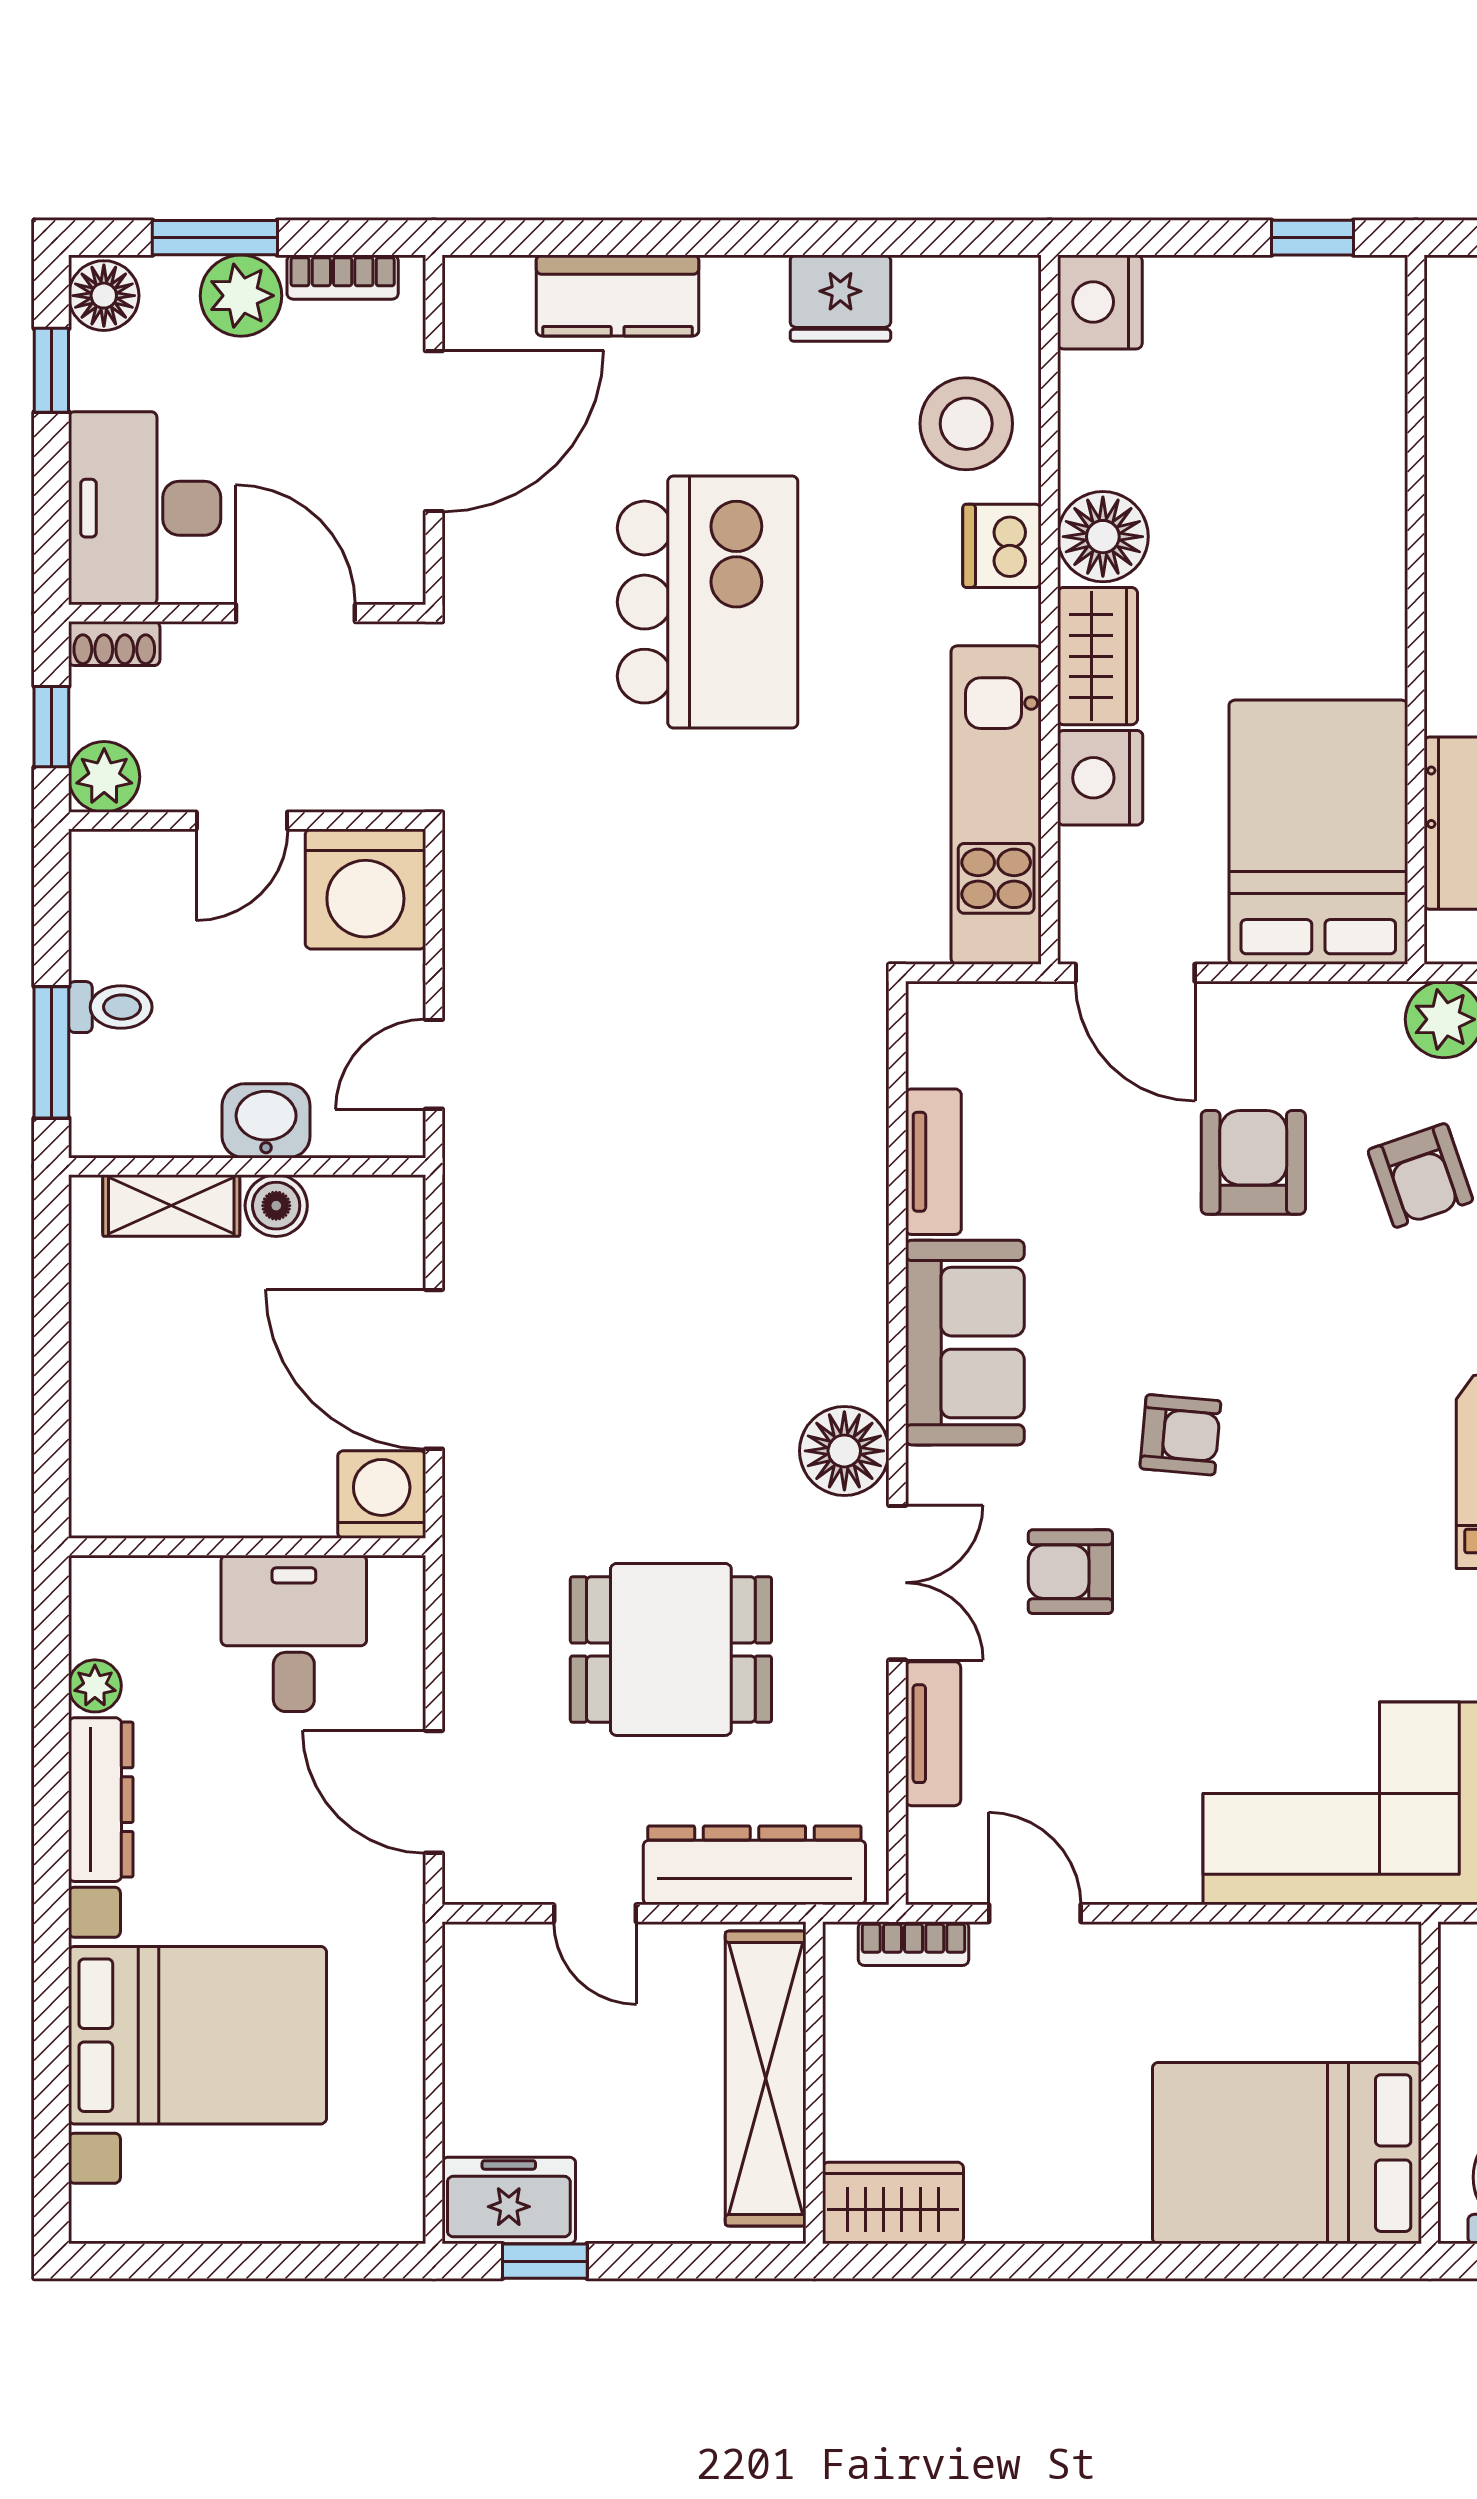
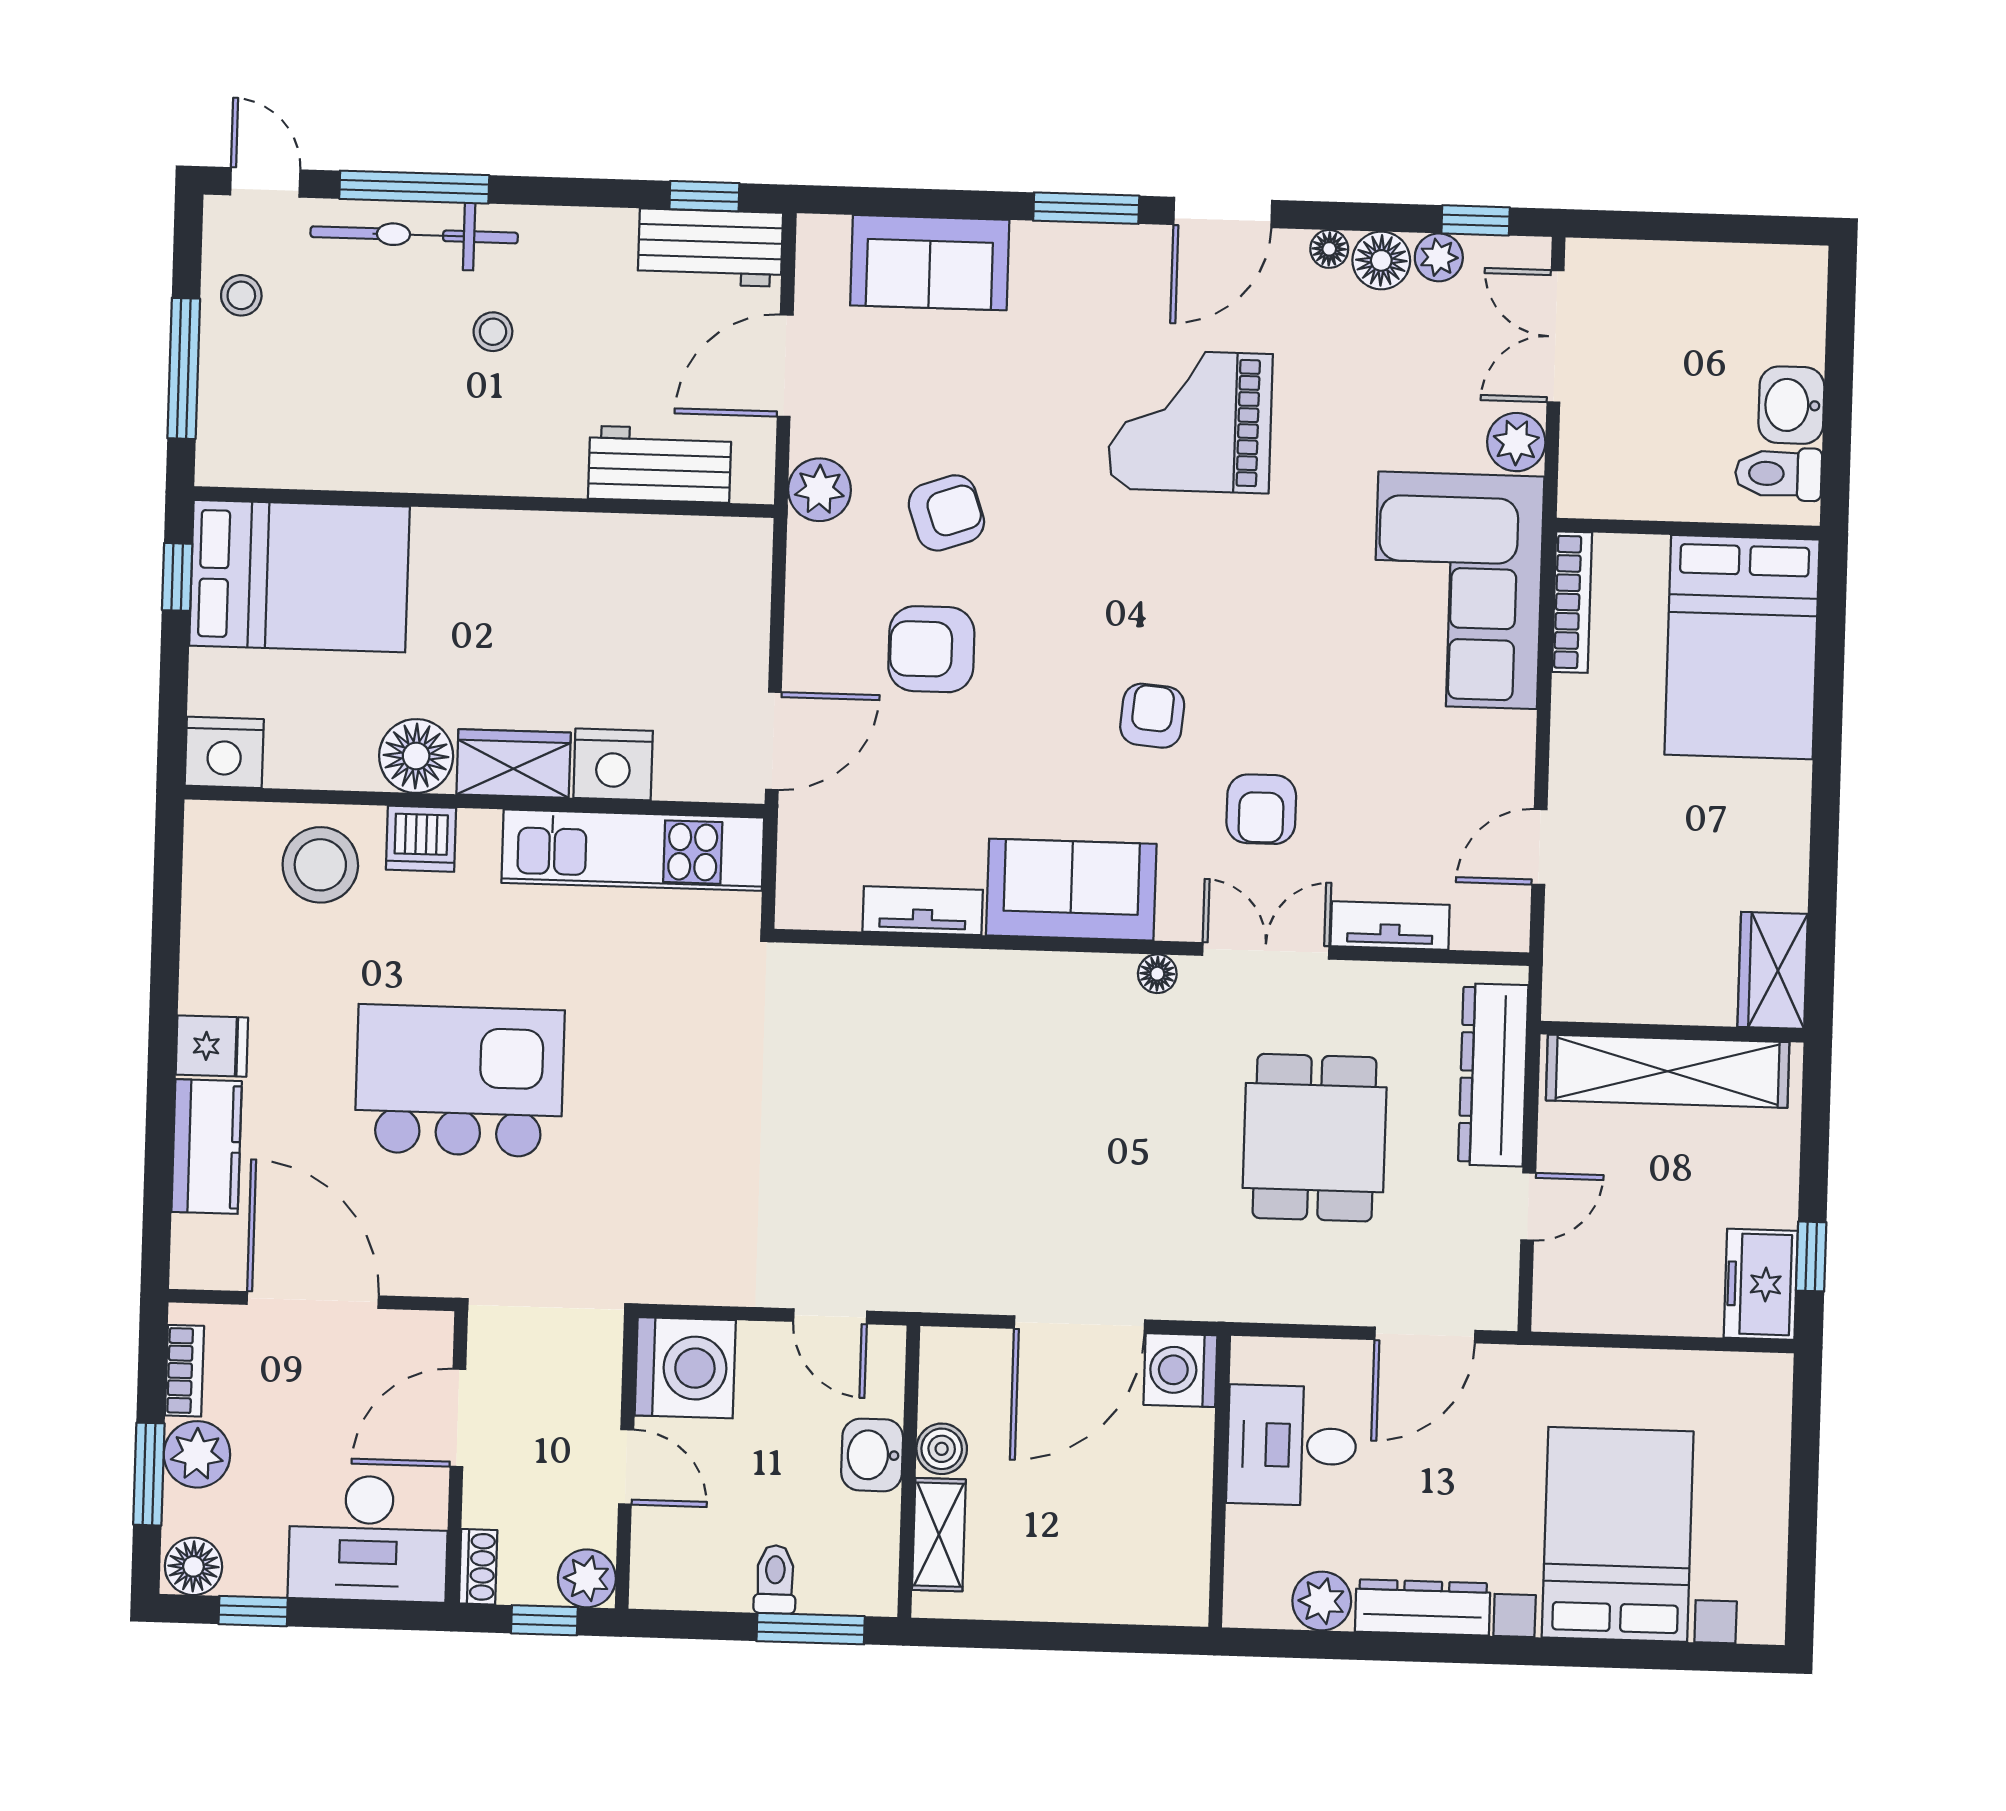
fridge: (840, 298) -> (212, 1046), moved, width x0.72
bed: (1318, 832) -> (299, 576), moved, turned 180
floor lamp: (844, 1451) -> (1157, 974), width x0.53, depth x0.53
plant: (95, 1686) -> (1322, 1601), width x1.38, depth x1.38
bookcase: (914, 1944) -> (1572, 602), moved, width x1.56

